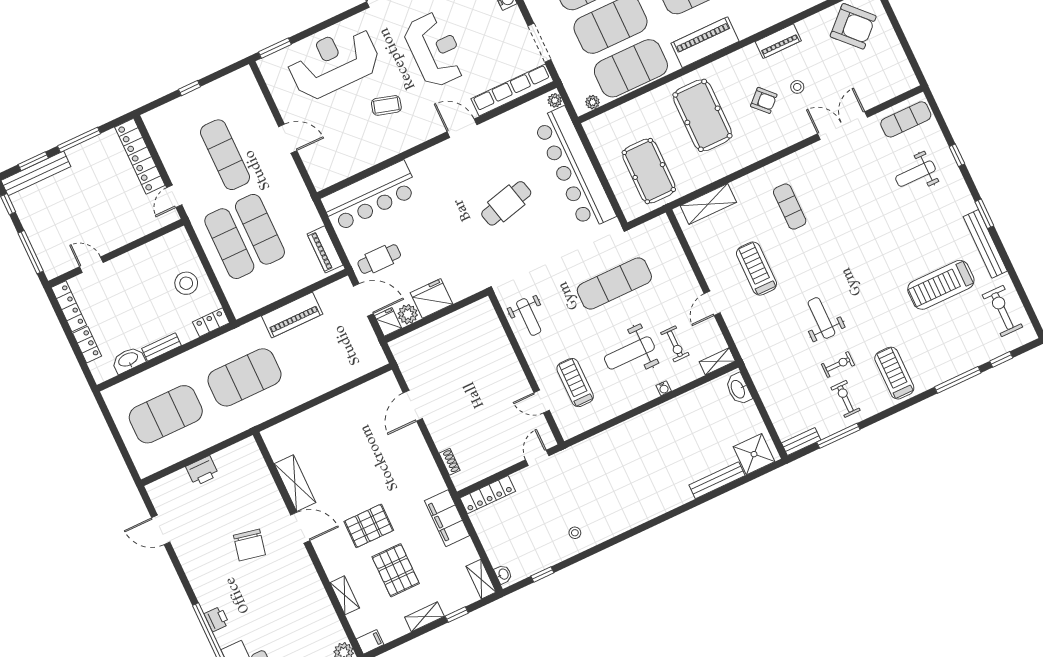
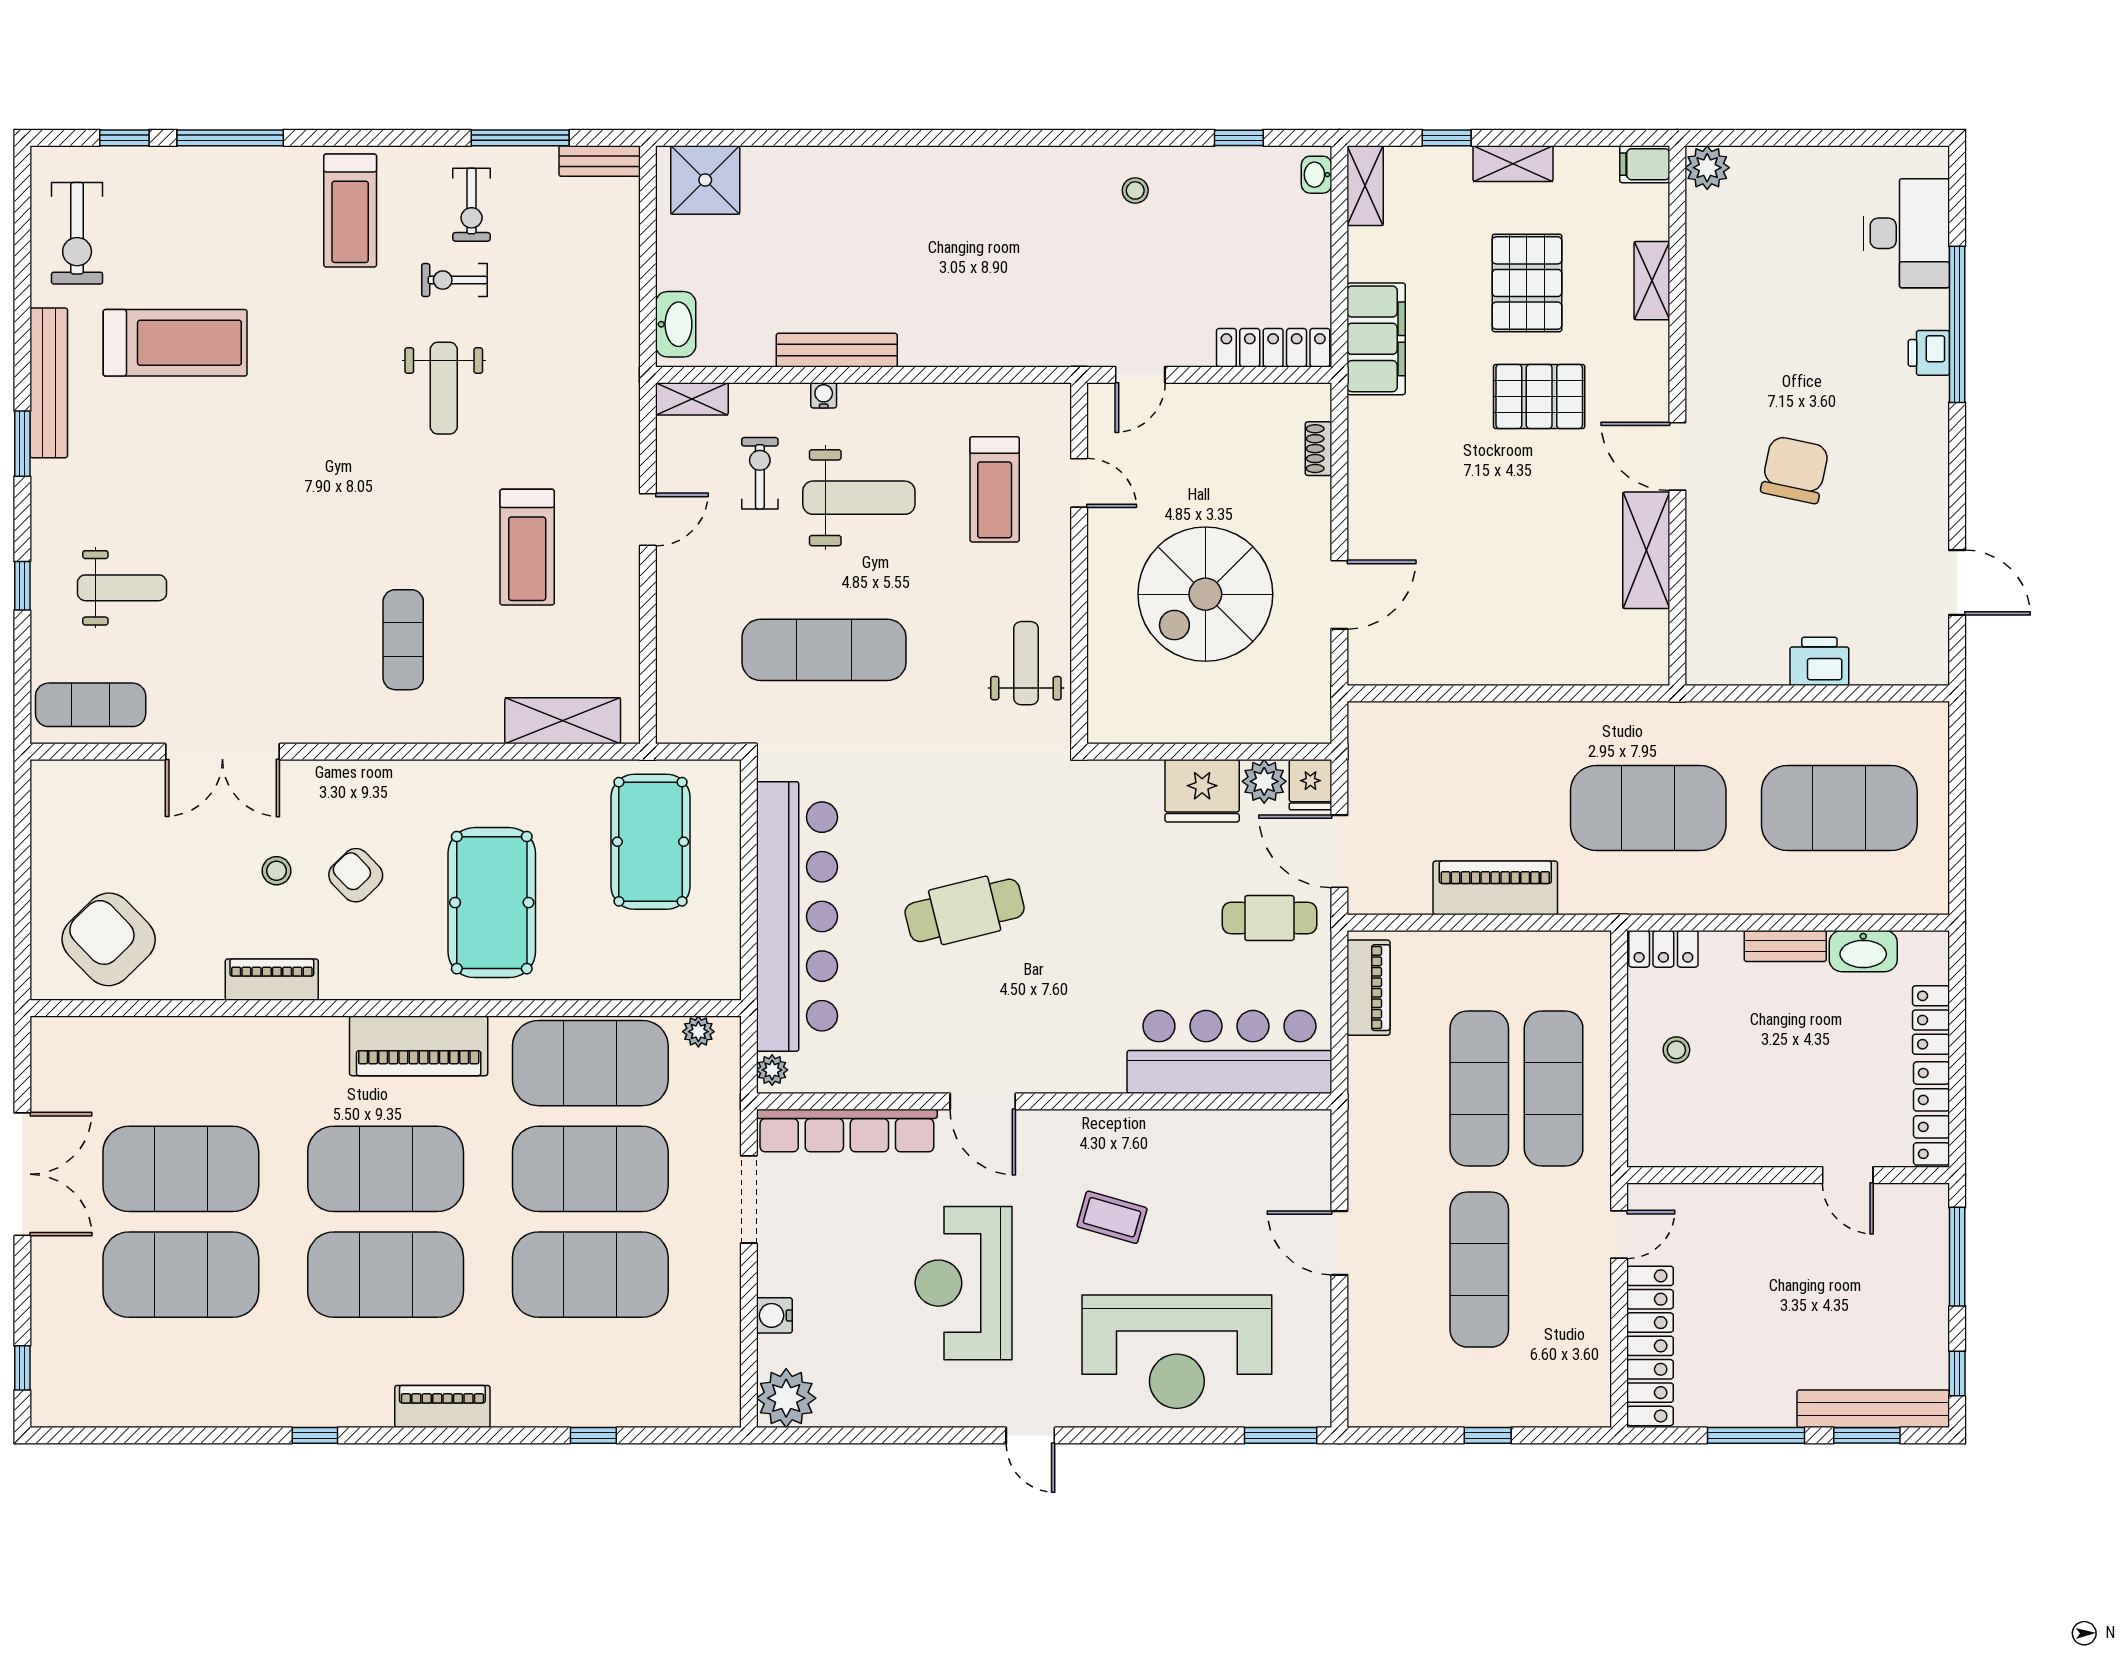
stool: (186, 283) -> (1676, 1050), width x0.53, depth x0.53
spiral stairs: (468, 380) -> (1205, 594), added
bench: (717, 480) -> (837, 350), moved

